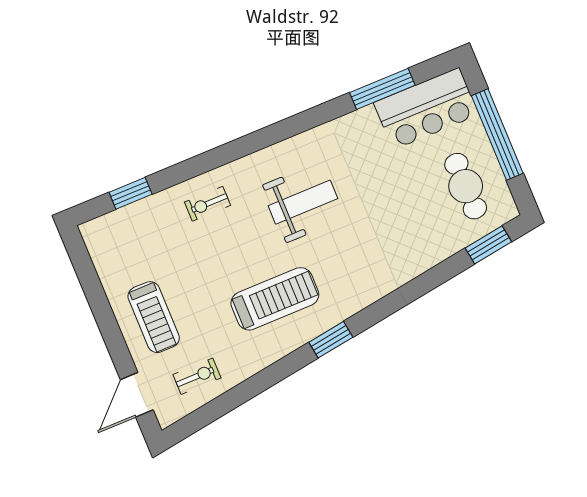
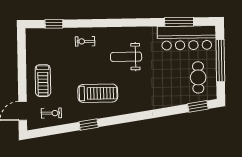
bar counter: (426, 109) -> (187, 38), width x1.36
weight bench: (303, 202) -> (126, 57), turned 180
window: (331, 340) -> (89, 125), moved

